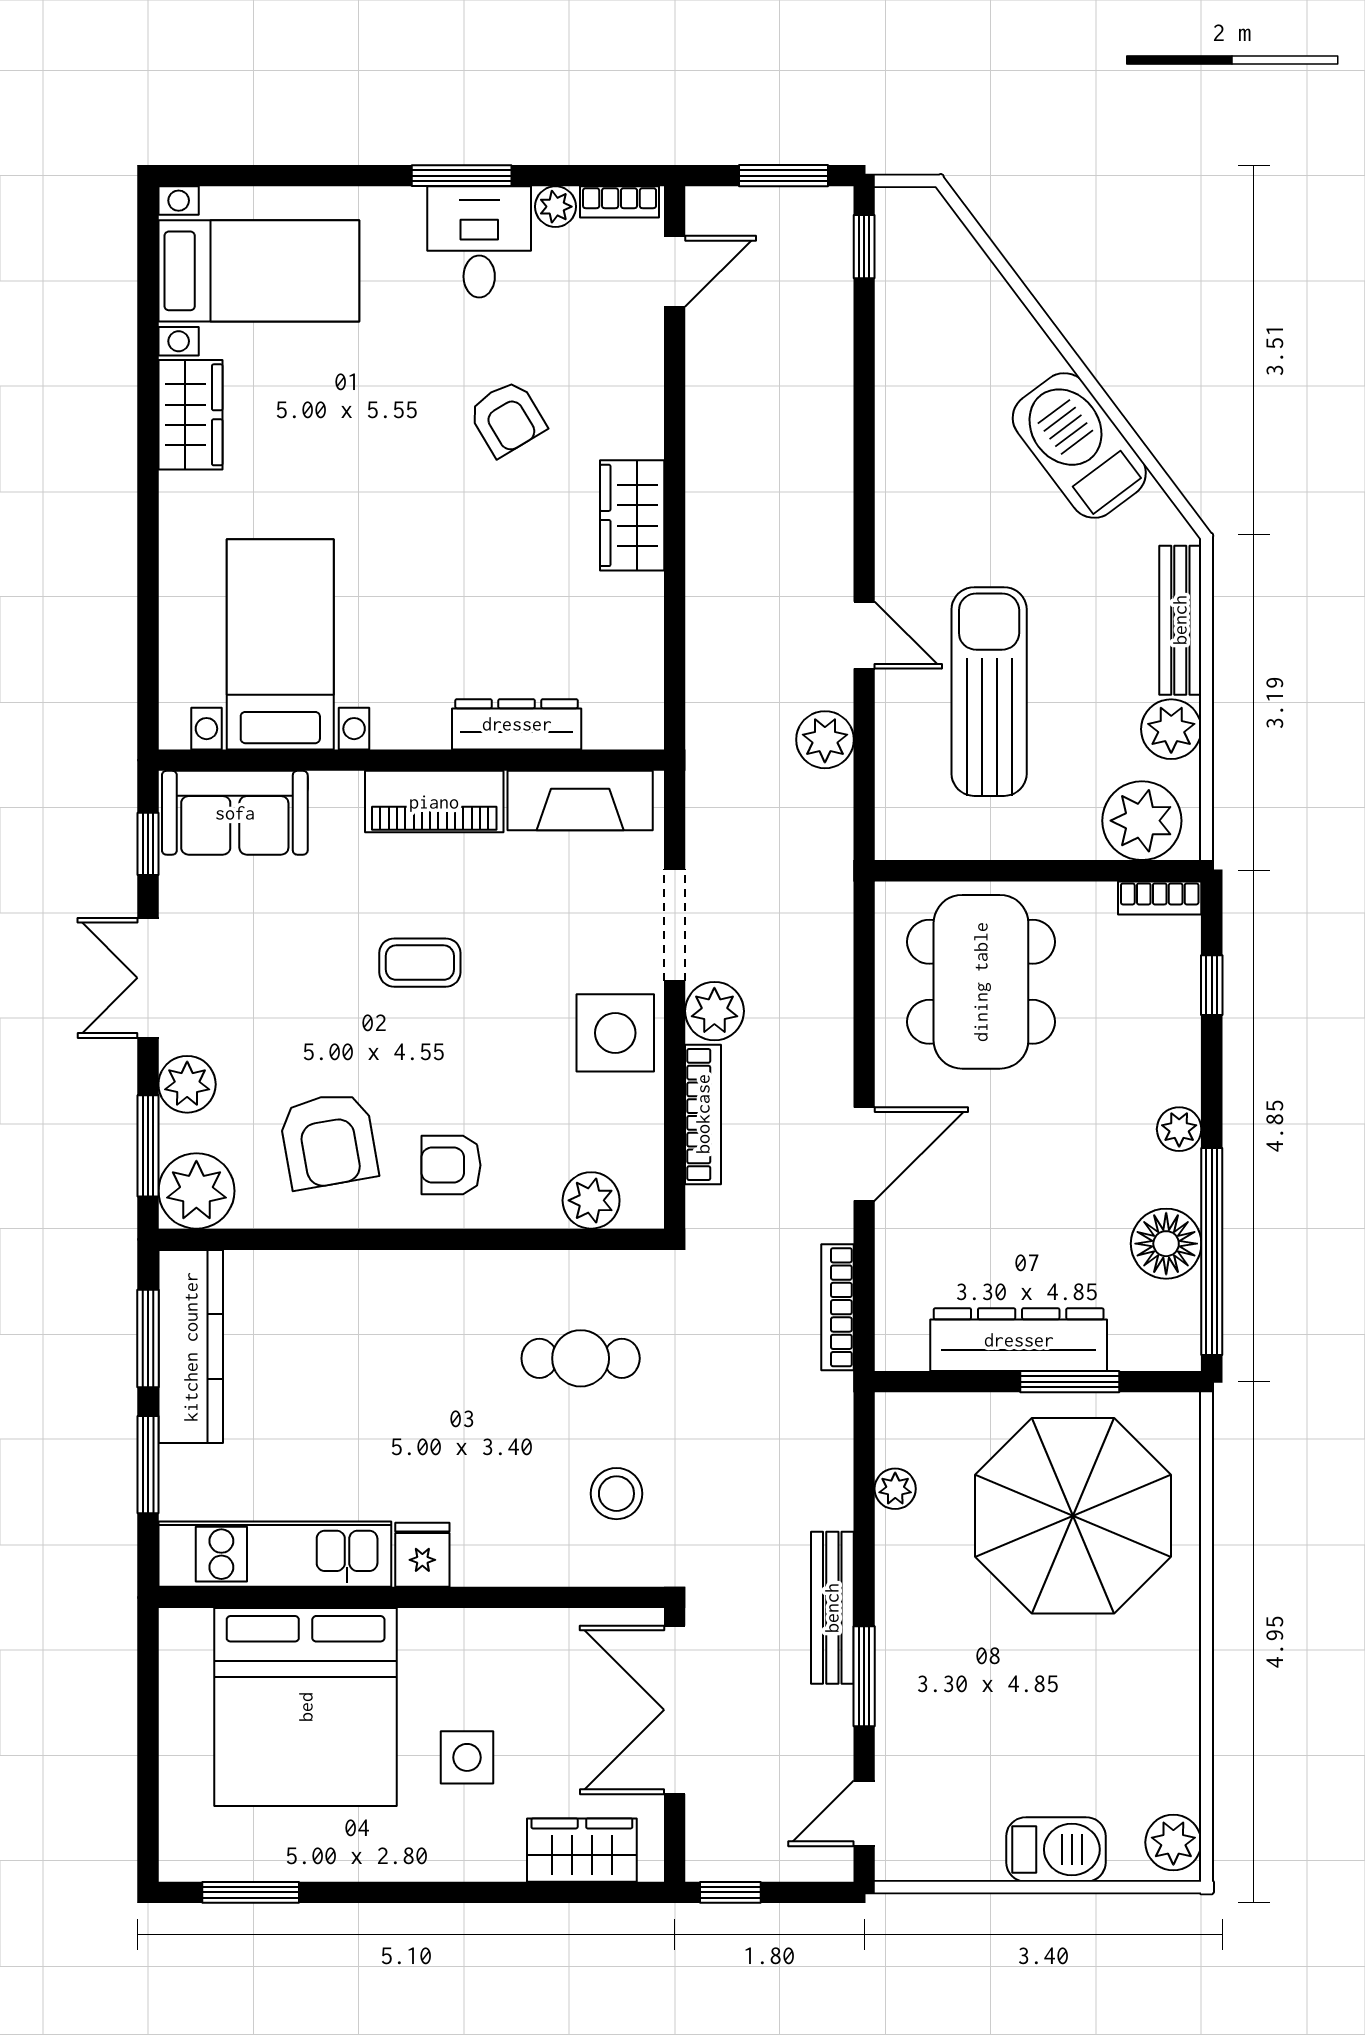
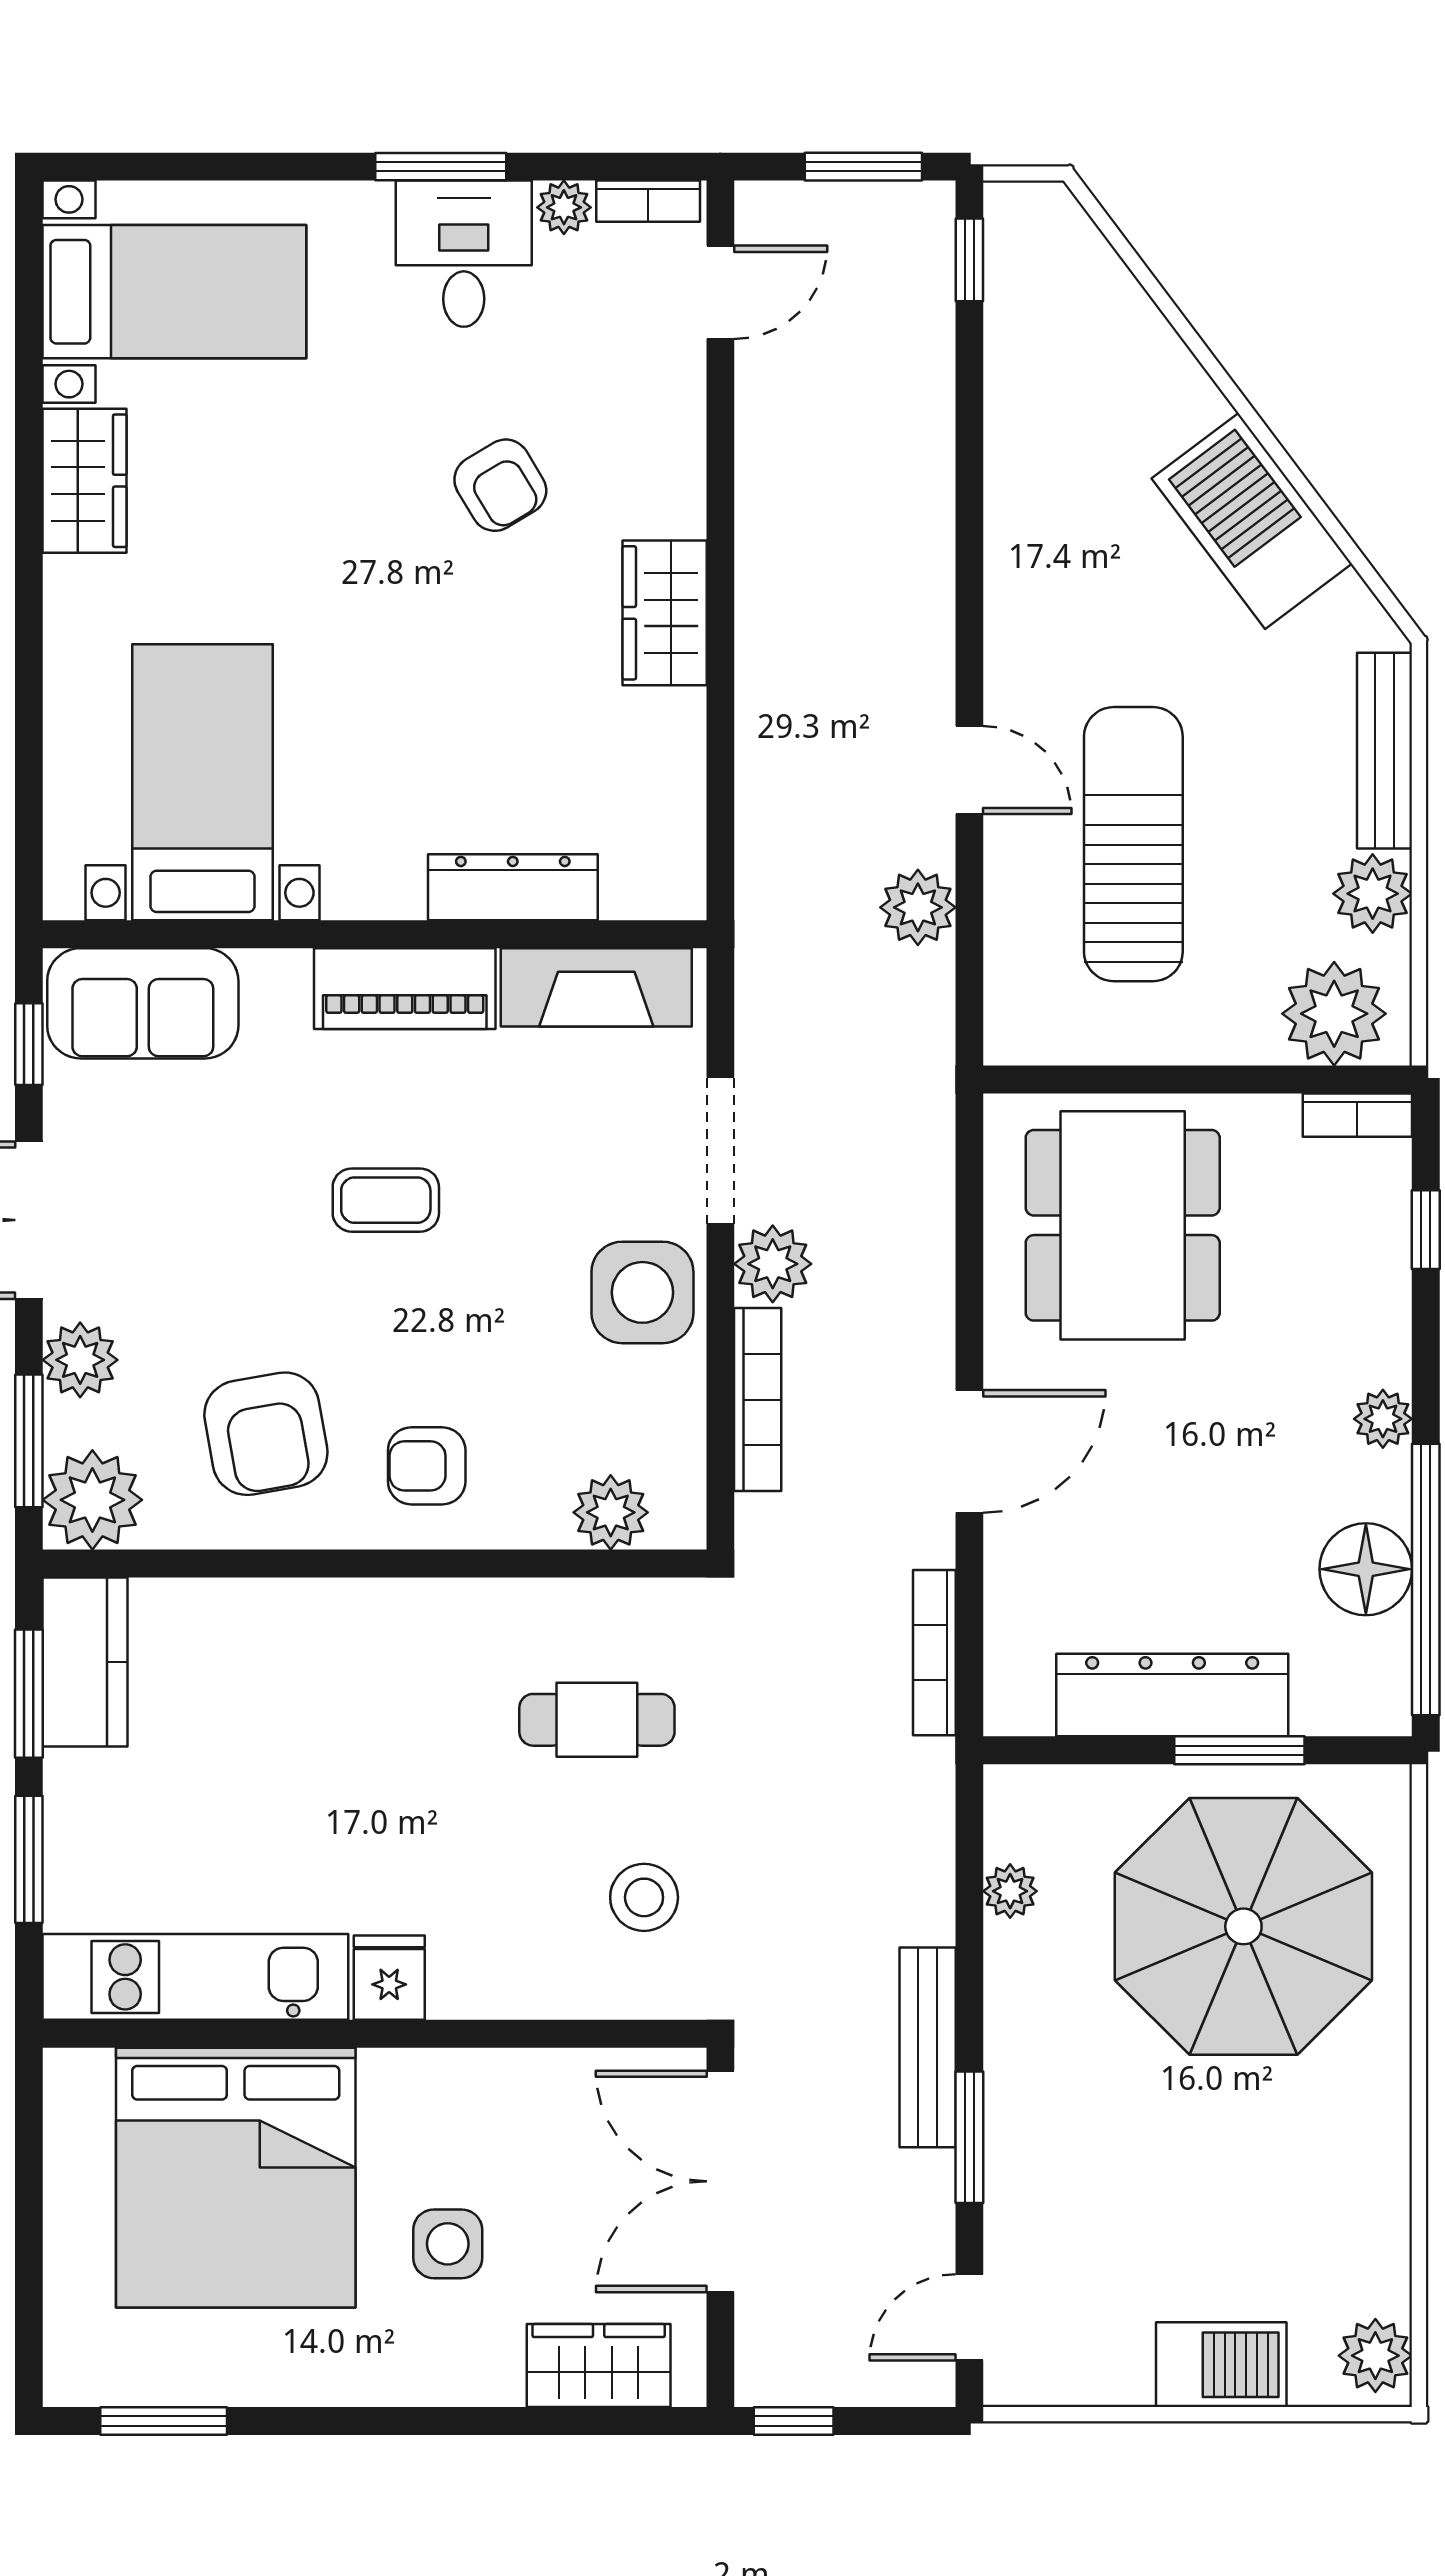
kitchen counter: (191, 1347) -> (85, 1662), width x0.67

